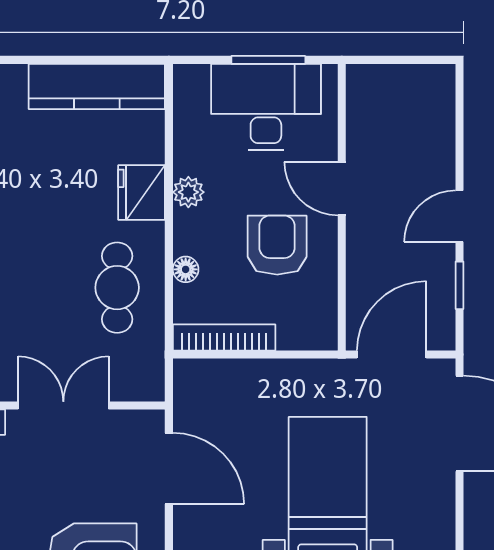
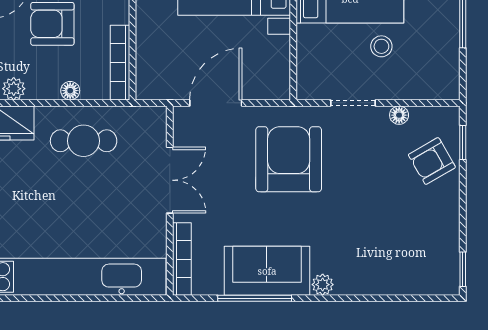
double door: (63, 406) -> (170, 180), swing flipped

